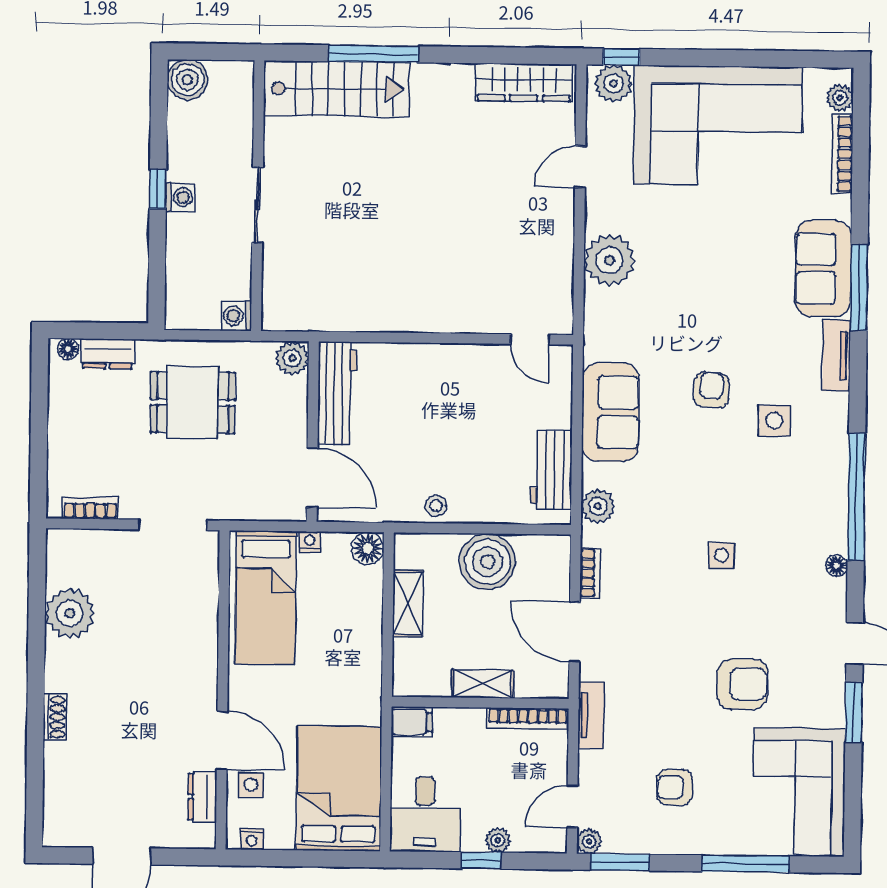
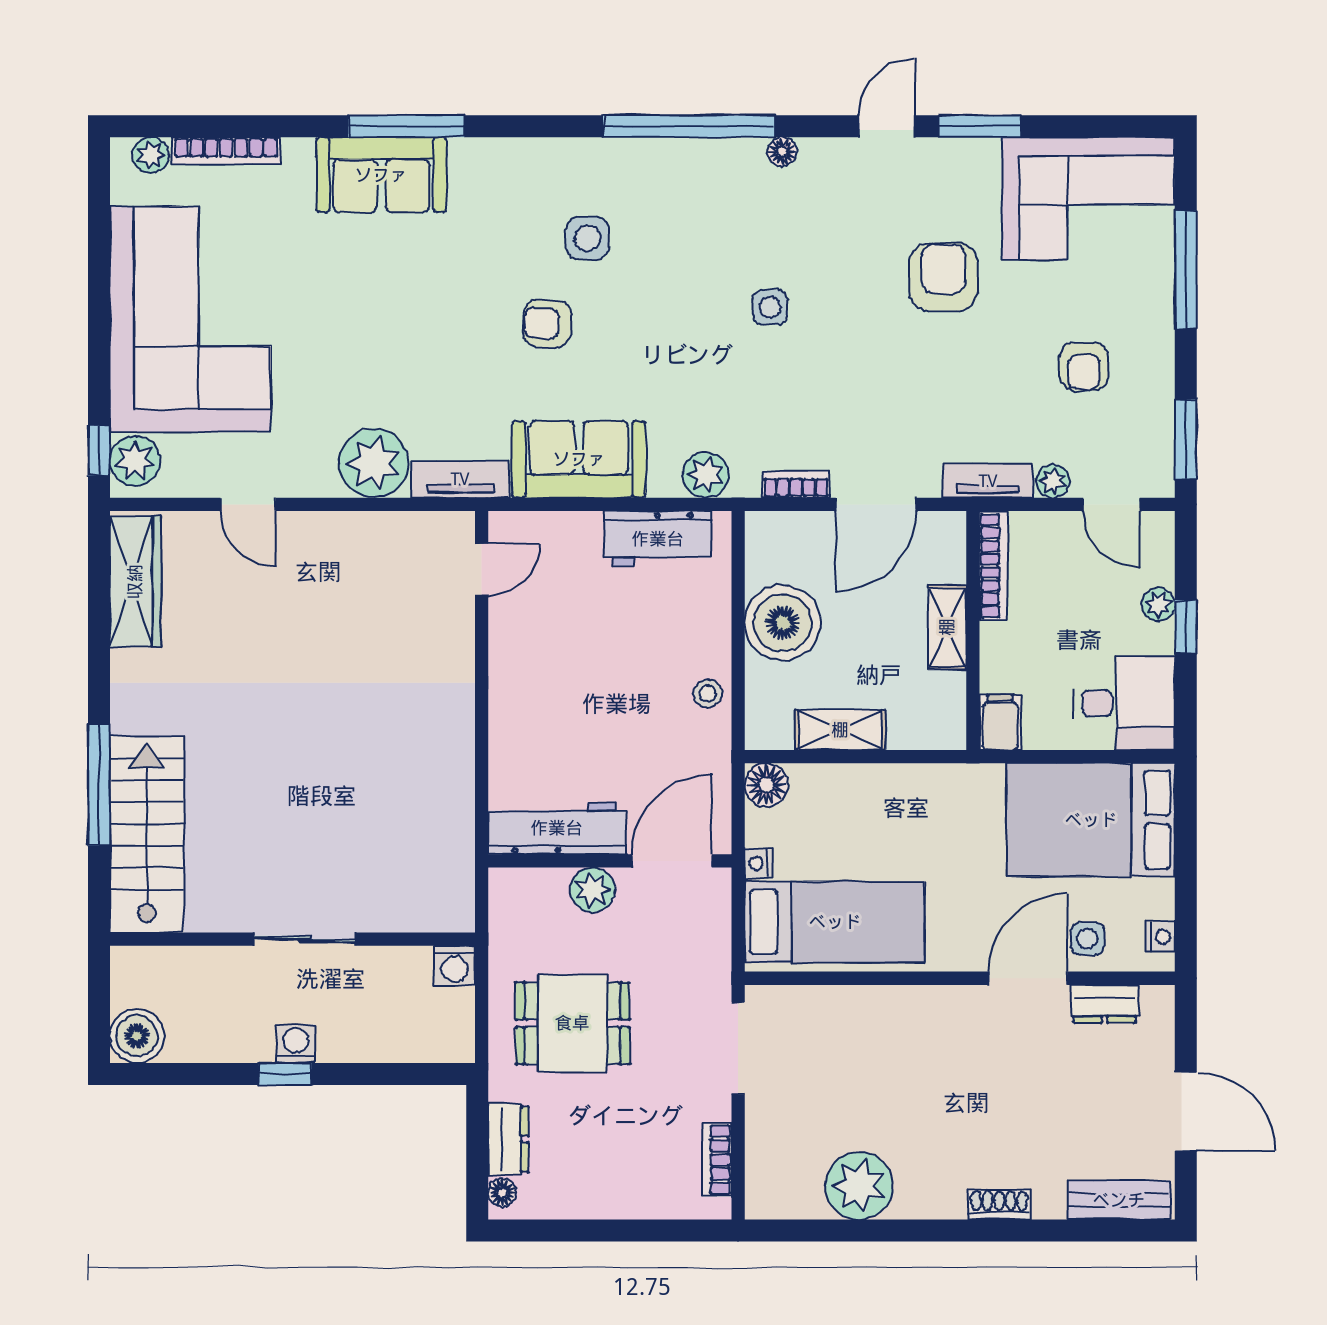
tv unit: (836, 355) -> (460, 479), moved, turned 180
plant: (292, 358) -> (593, 890), moved
dining table: (193, 402) -> (572, 1023), turned 90
bench: (57, 806) -> (1119, 1200), added
plant: (589, 841) -> (1053, 481), moved

